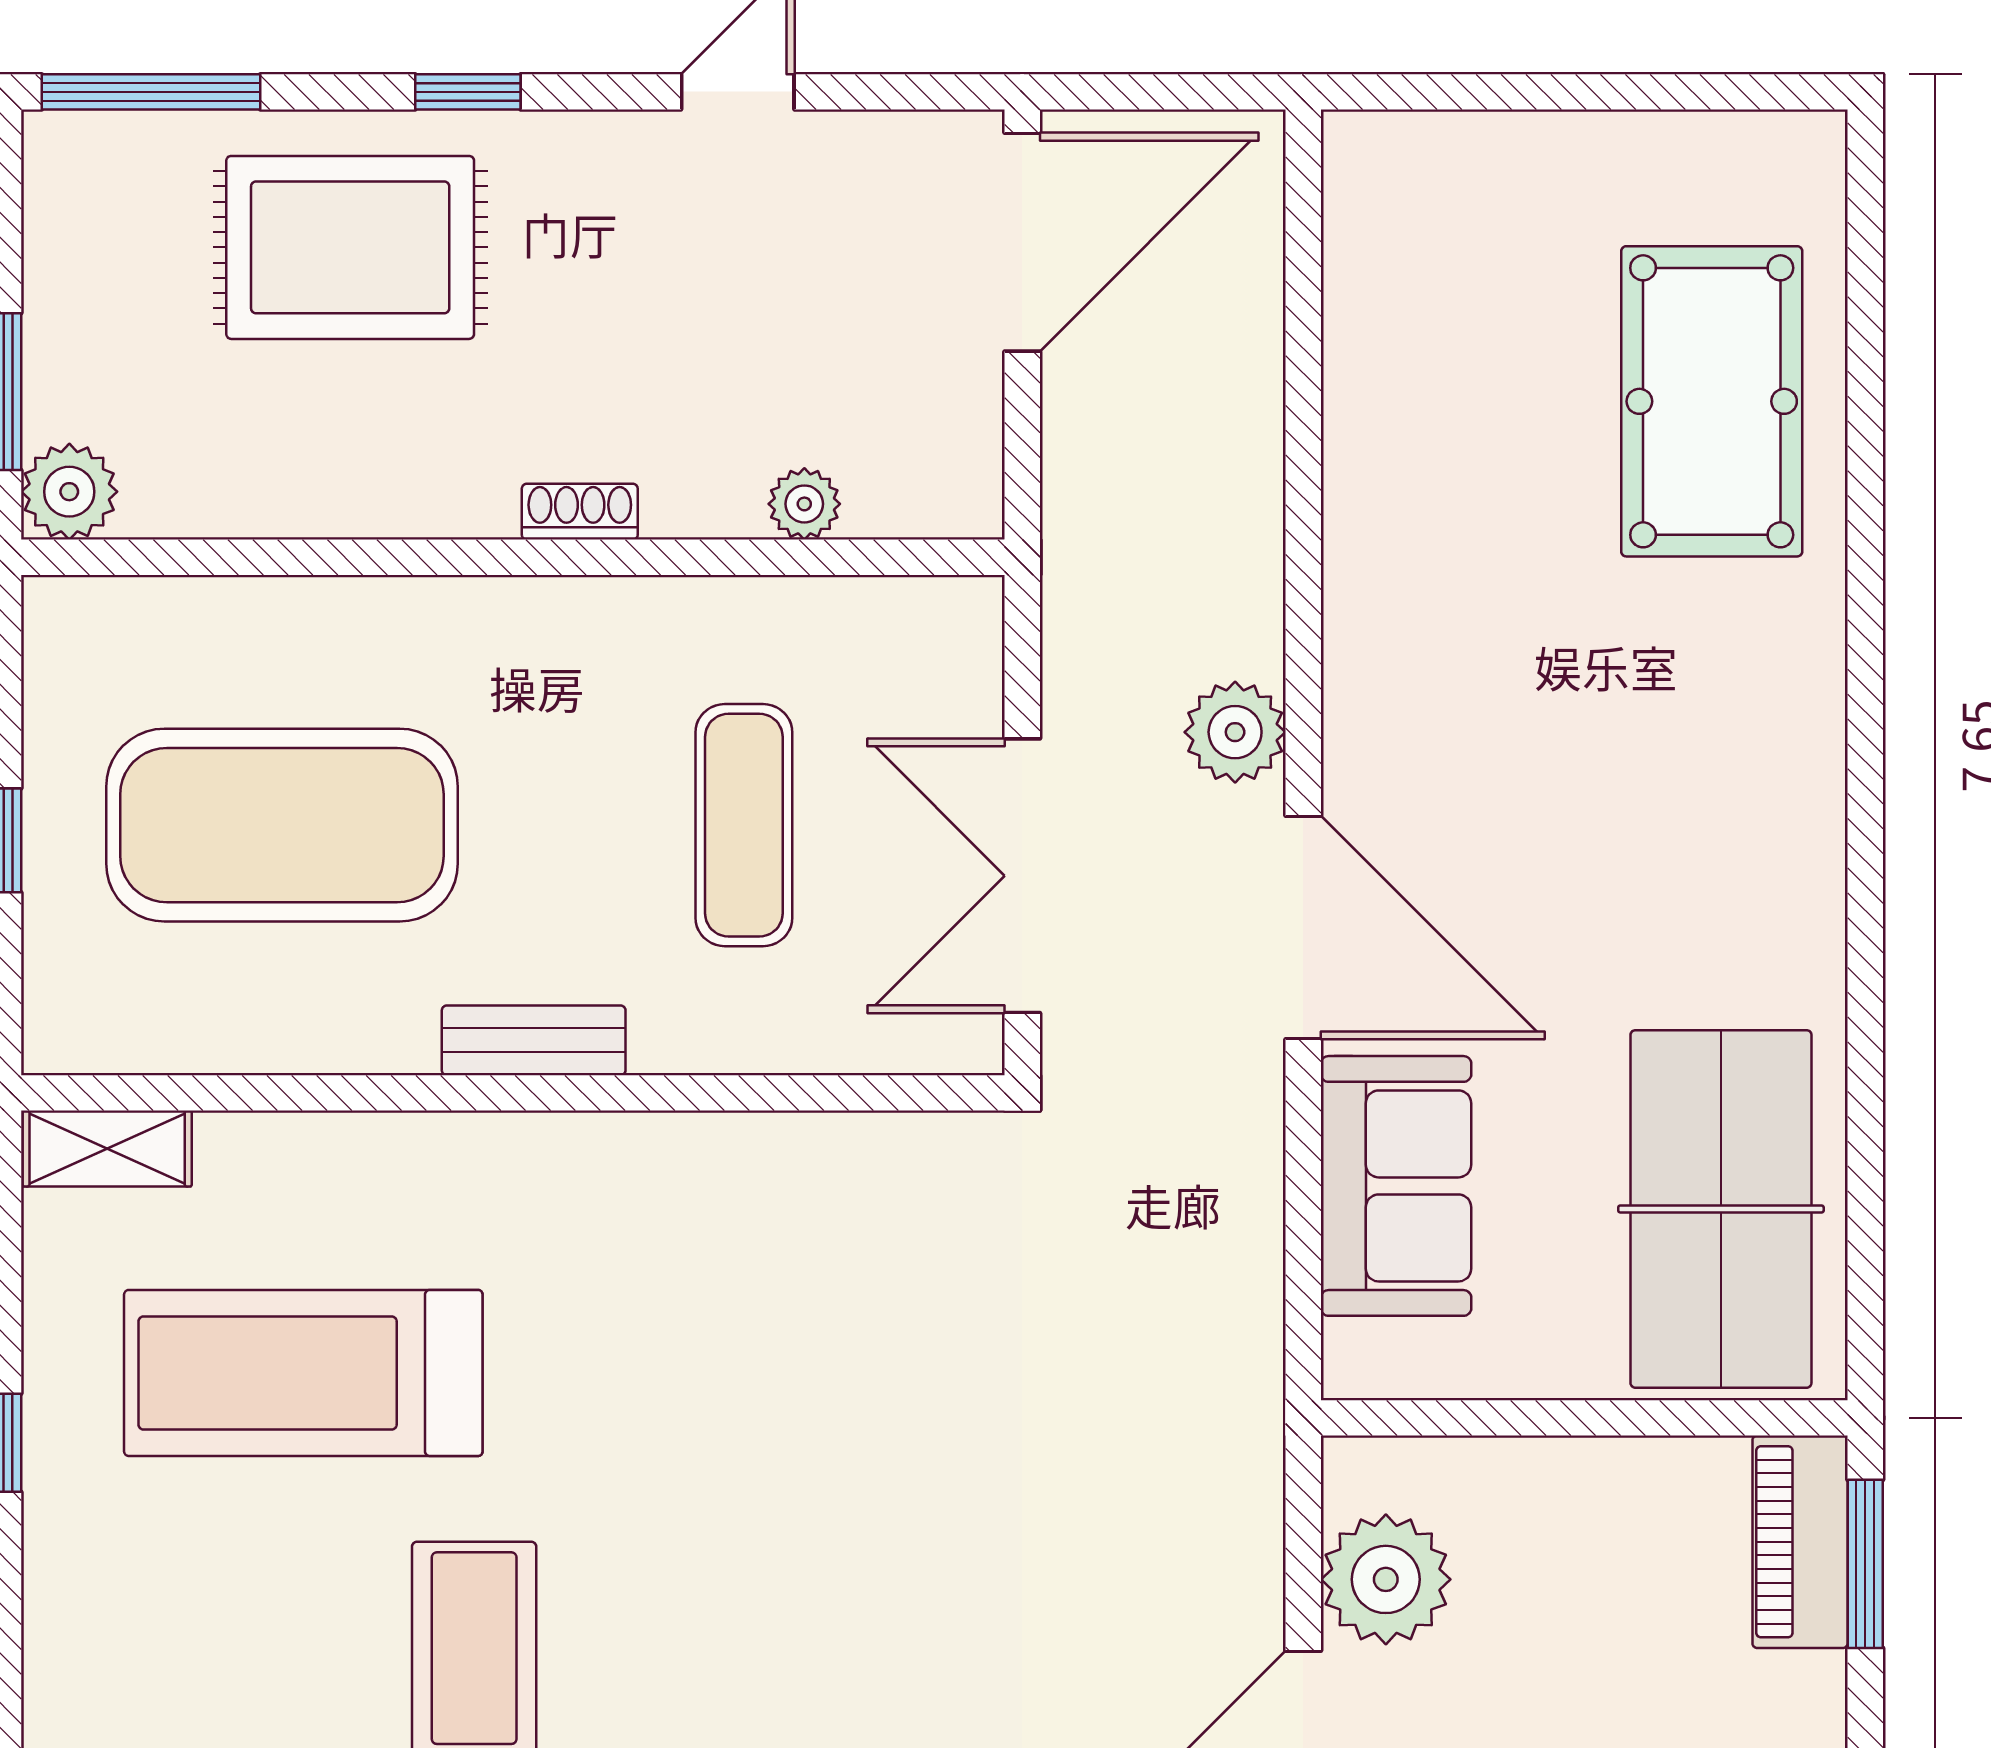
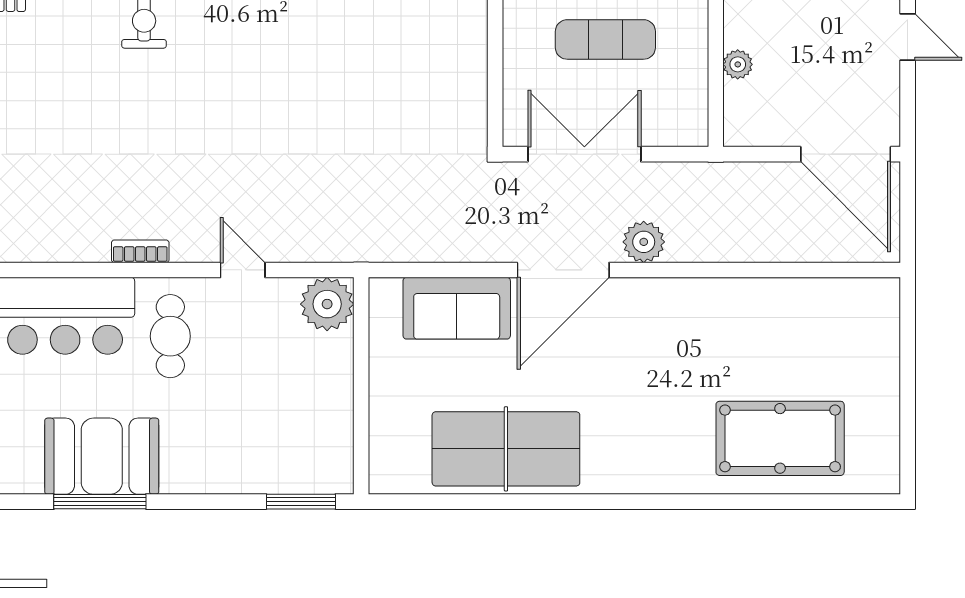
table tennis table: (1721, 1209) -> (506, 449), moved
piano: (1800, 1542) -> (310, 475), removed
plant: (1386, 1579) -> (327, 304), moved

